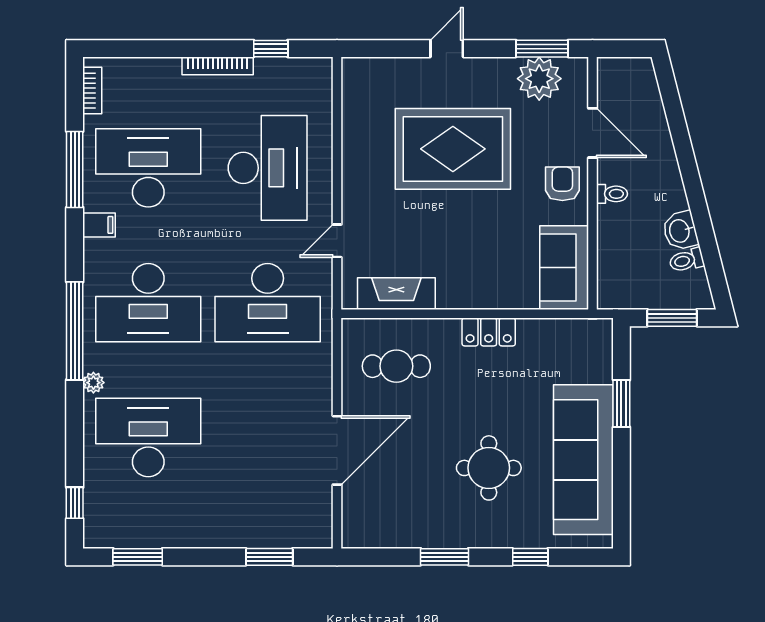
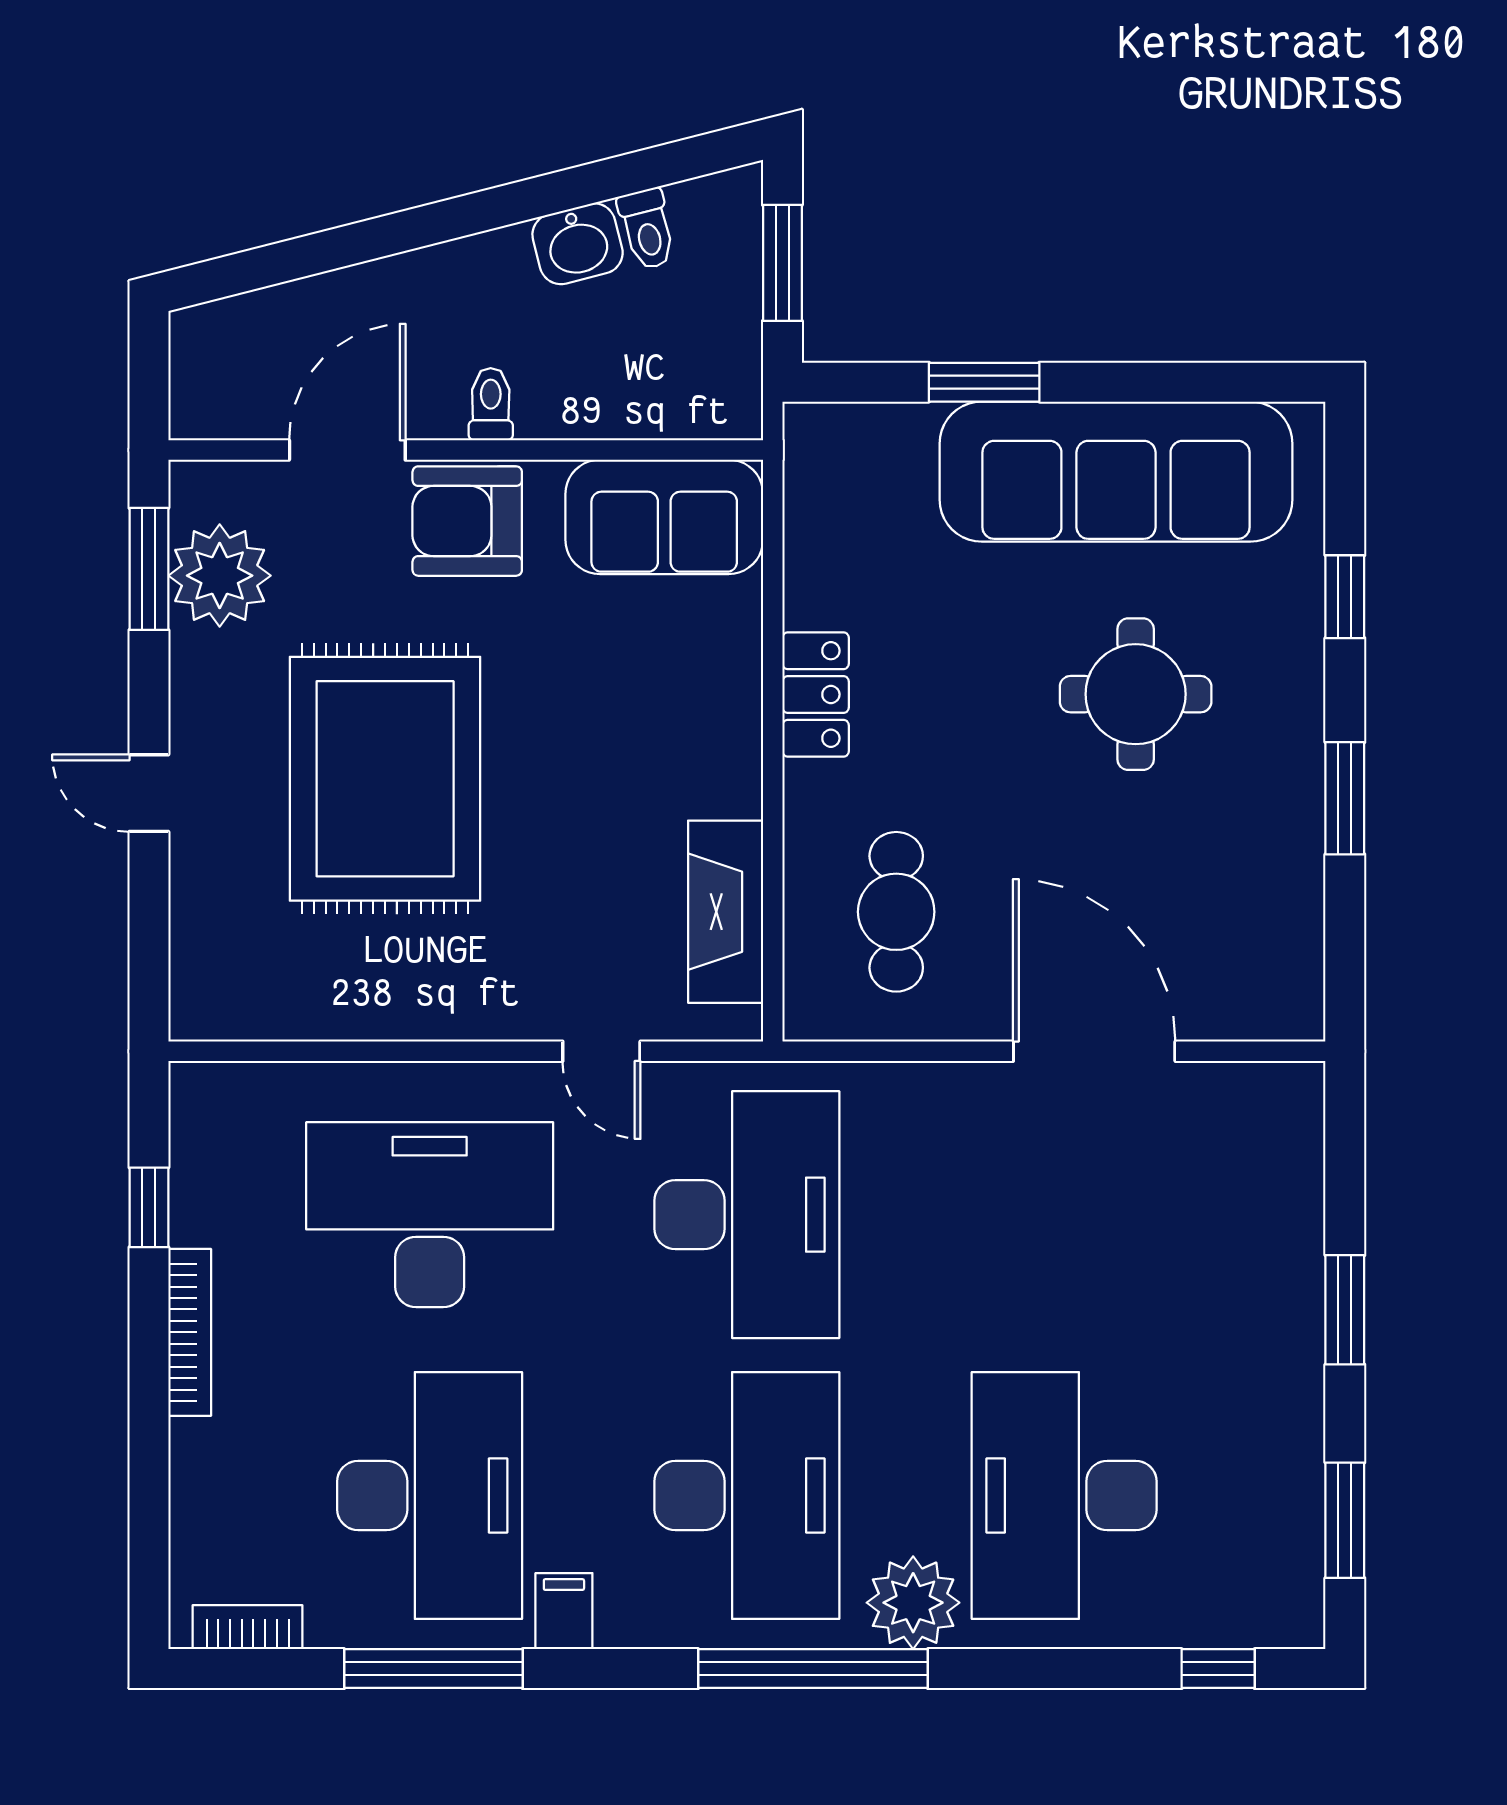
desk: (148, 168) -> (430, 1495), turned 180
armchair: (562, 184) -> (467, 521), width x1.38, depth x1.38
plant: (93, 383) -> (913, 1603), width x1.87, depth x1.87
window: (269, 557) -> (1345, 1310), moved

